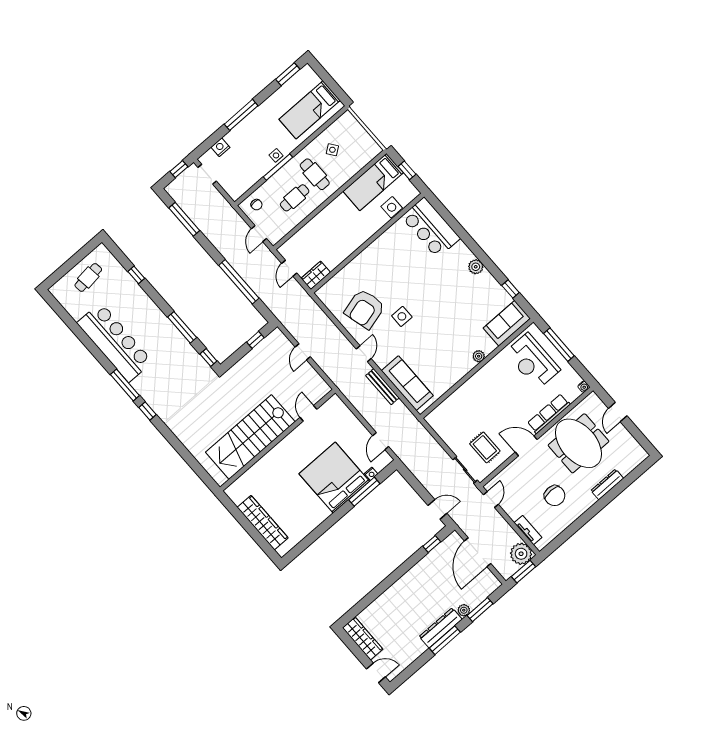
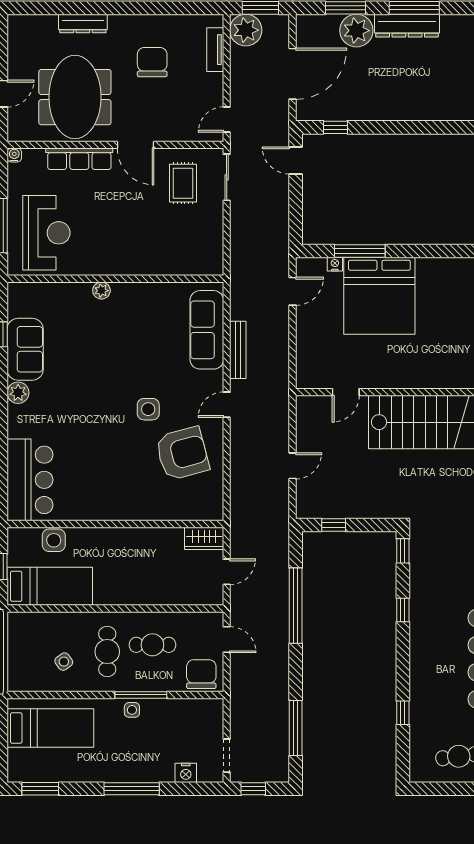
chair: (257, 205) -> (201, 674), width x1.87, depth x1.87
door: (259, 234) -> (227, 640), hinge flipped
sofa: (507, 323) -> (25, 349), moved, turned -90
window: (182, 327) -> (403, 610), width x0.46
plant: (464, 610) -> (356, 31), width x1.87, depth x1.87

